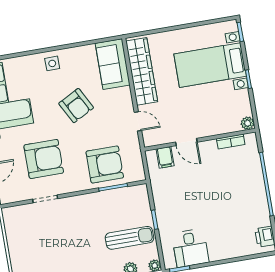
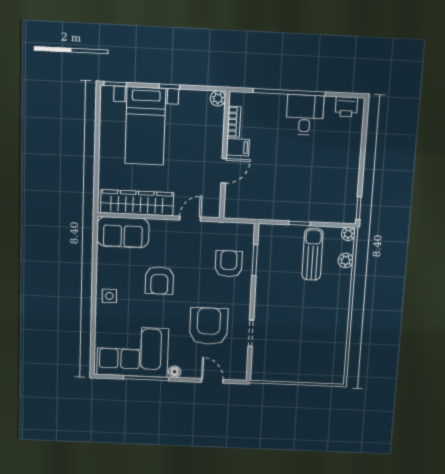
armchair: (76, 106) -> (159, 280), turned 118
filing cabinet: (165, 157) -> (238, 147), moved
armchair: (105, 165) -> (229, 264), width x0.73, depth x0.73
desk: (190, 248) -> (305, 115), moved, turned -90

